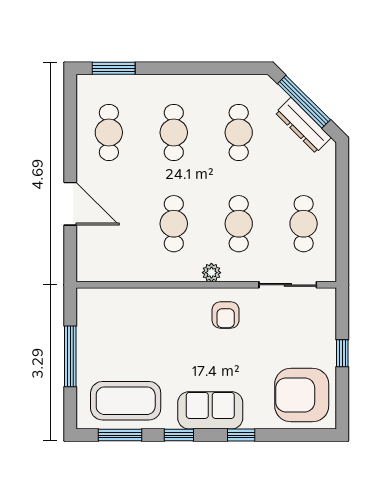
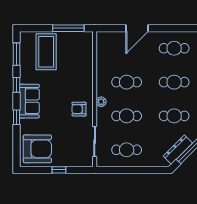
window: (70, 356) -> (68, 28), moved
armchair: (302, 395) -> (37, 149), turned 90
coffee table: (126, 401) -> (46, 52), moved

